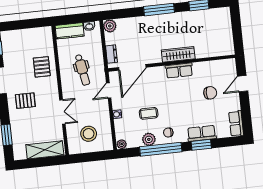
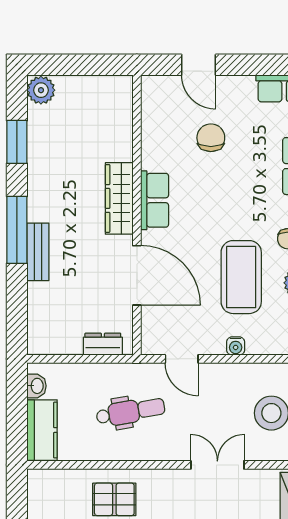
bench: (150, 20) -> (38, 252), added
plant: (110, 26) -> (41, 90), moved
door: (132, 67) -> (137, 275), moved
coffee table: (149, 113) -> (241, 277), width x1.86, depth x1.72

